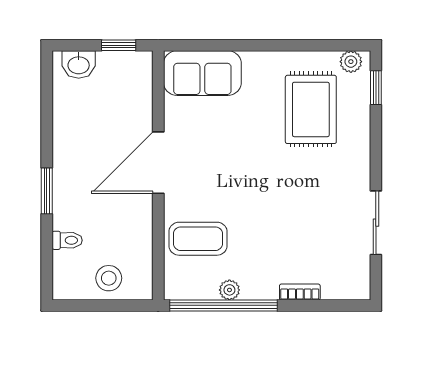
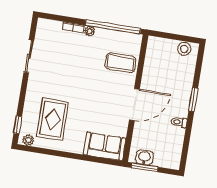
window: (119, 45) -> (145, 167), width x1.50
washbasin: (79, 64) -> (144, 157), moved
toilet: (67, 240) -> (179, 122), moved
stool: (109, 278) -> (184, 49), moved
plant: (229, 290) -> (90, 31), moved

